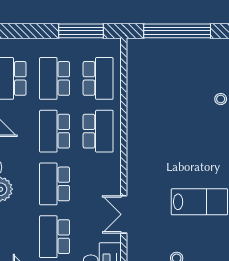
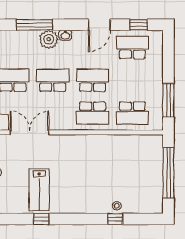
school desk: (55, 78) -> (132, 80), removed
double door: (124, 214) -> (30, 132), width x1.37

